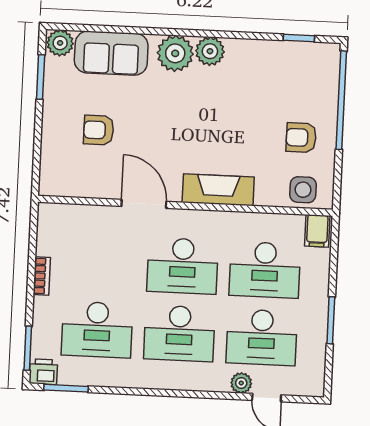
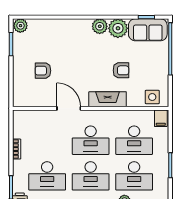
sofa: (111, 53) -> (148, 30), moved
plant: (175, 53) -> (118, 28), moved
armchair: (301, 137) -> (121, 70), moved, turned 180

